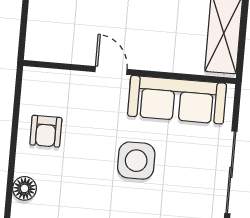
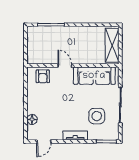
armchair: (46, 131) -> (43, 76), moved
side table: (136, 161) -> (97, 116), moved

